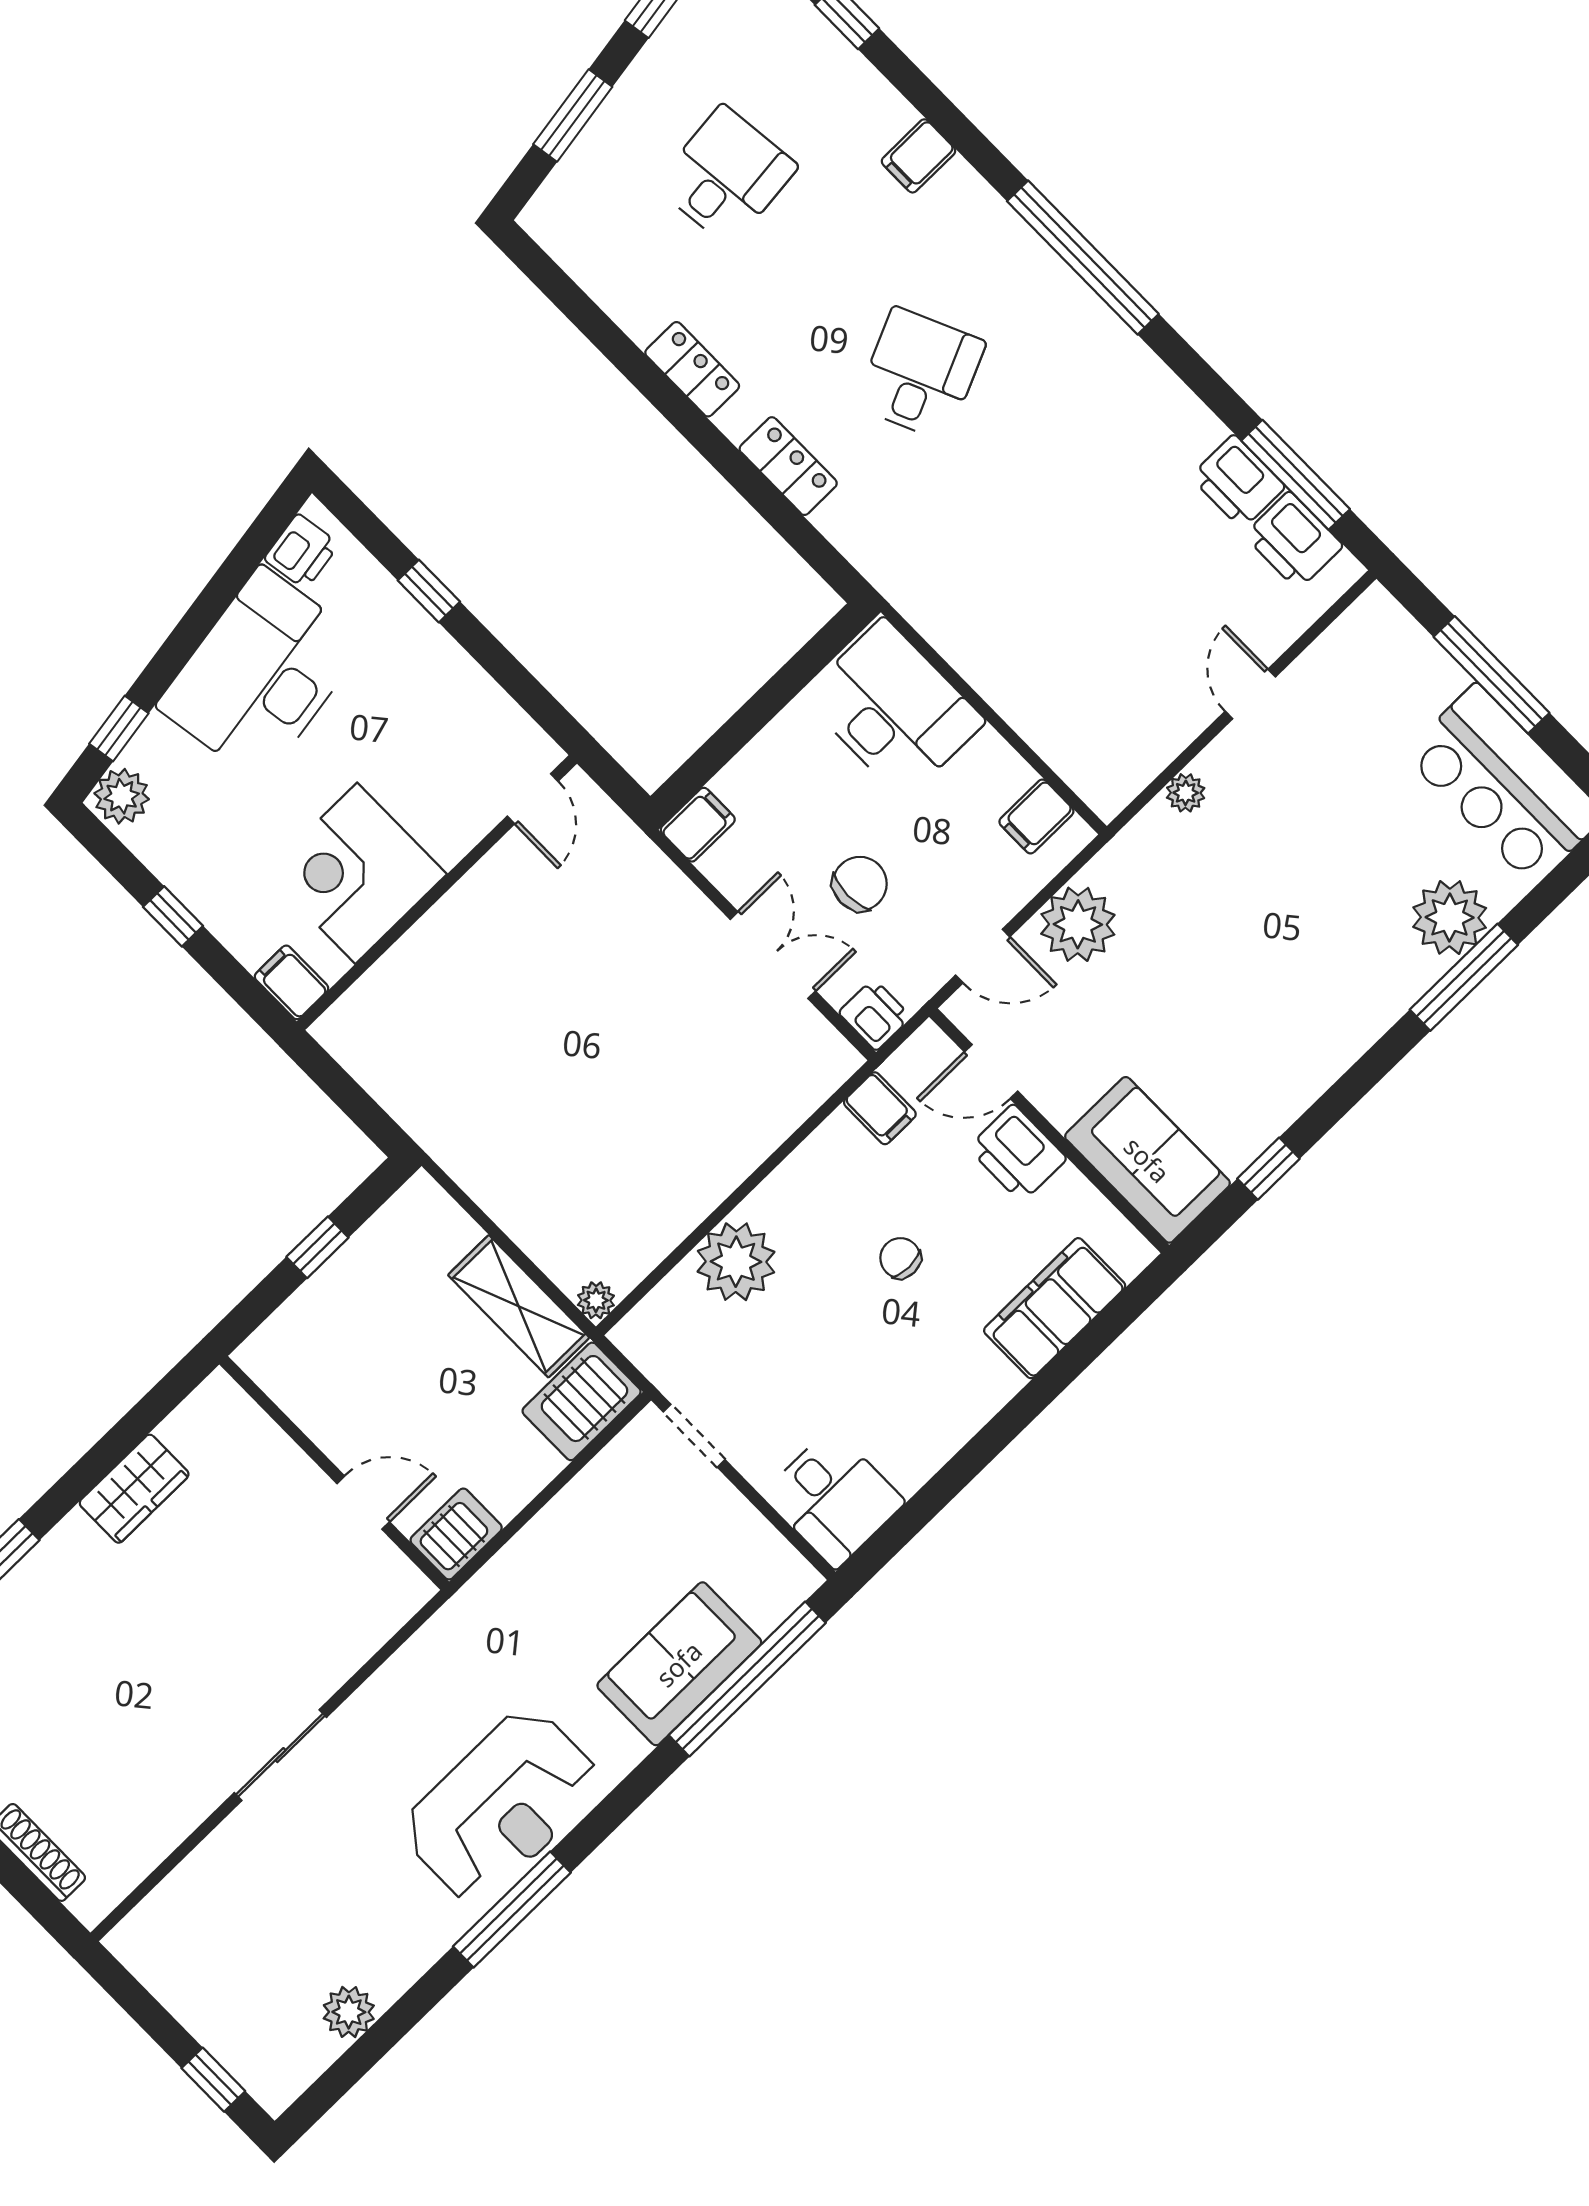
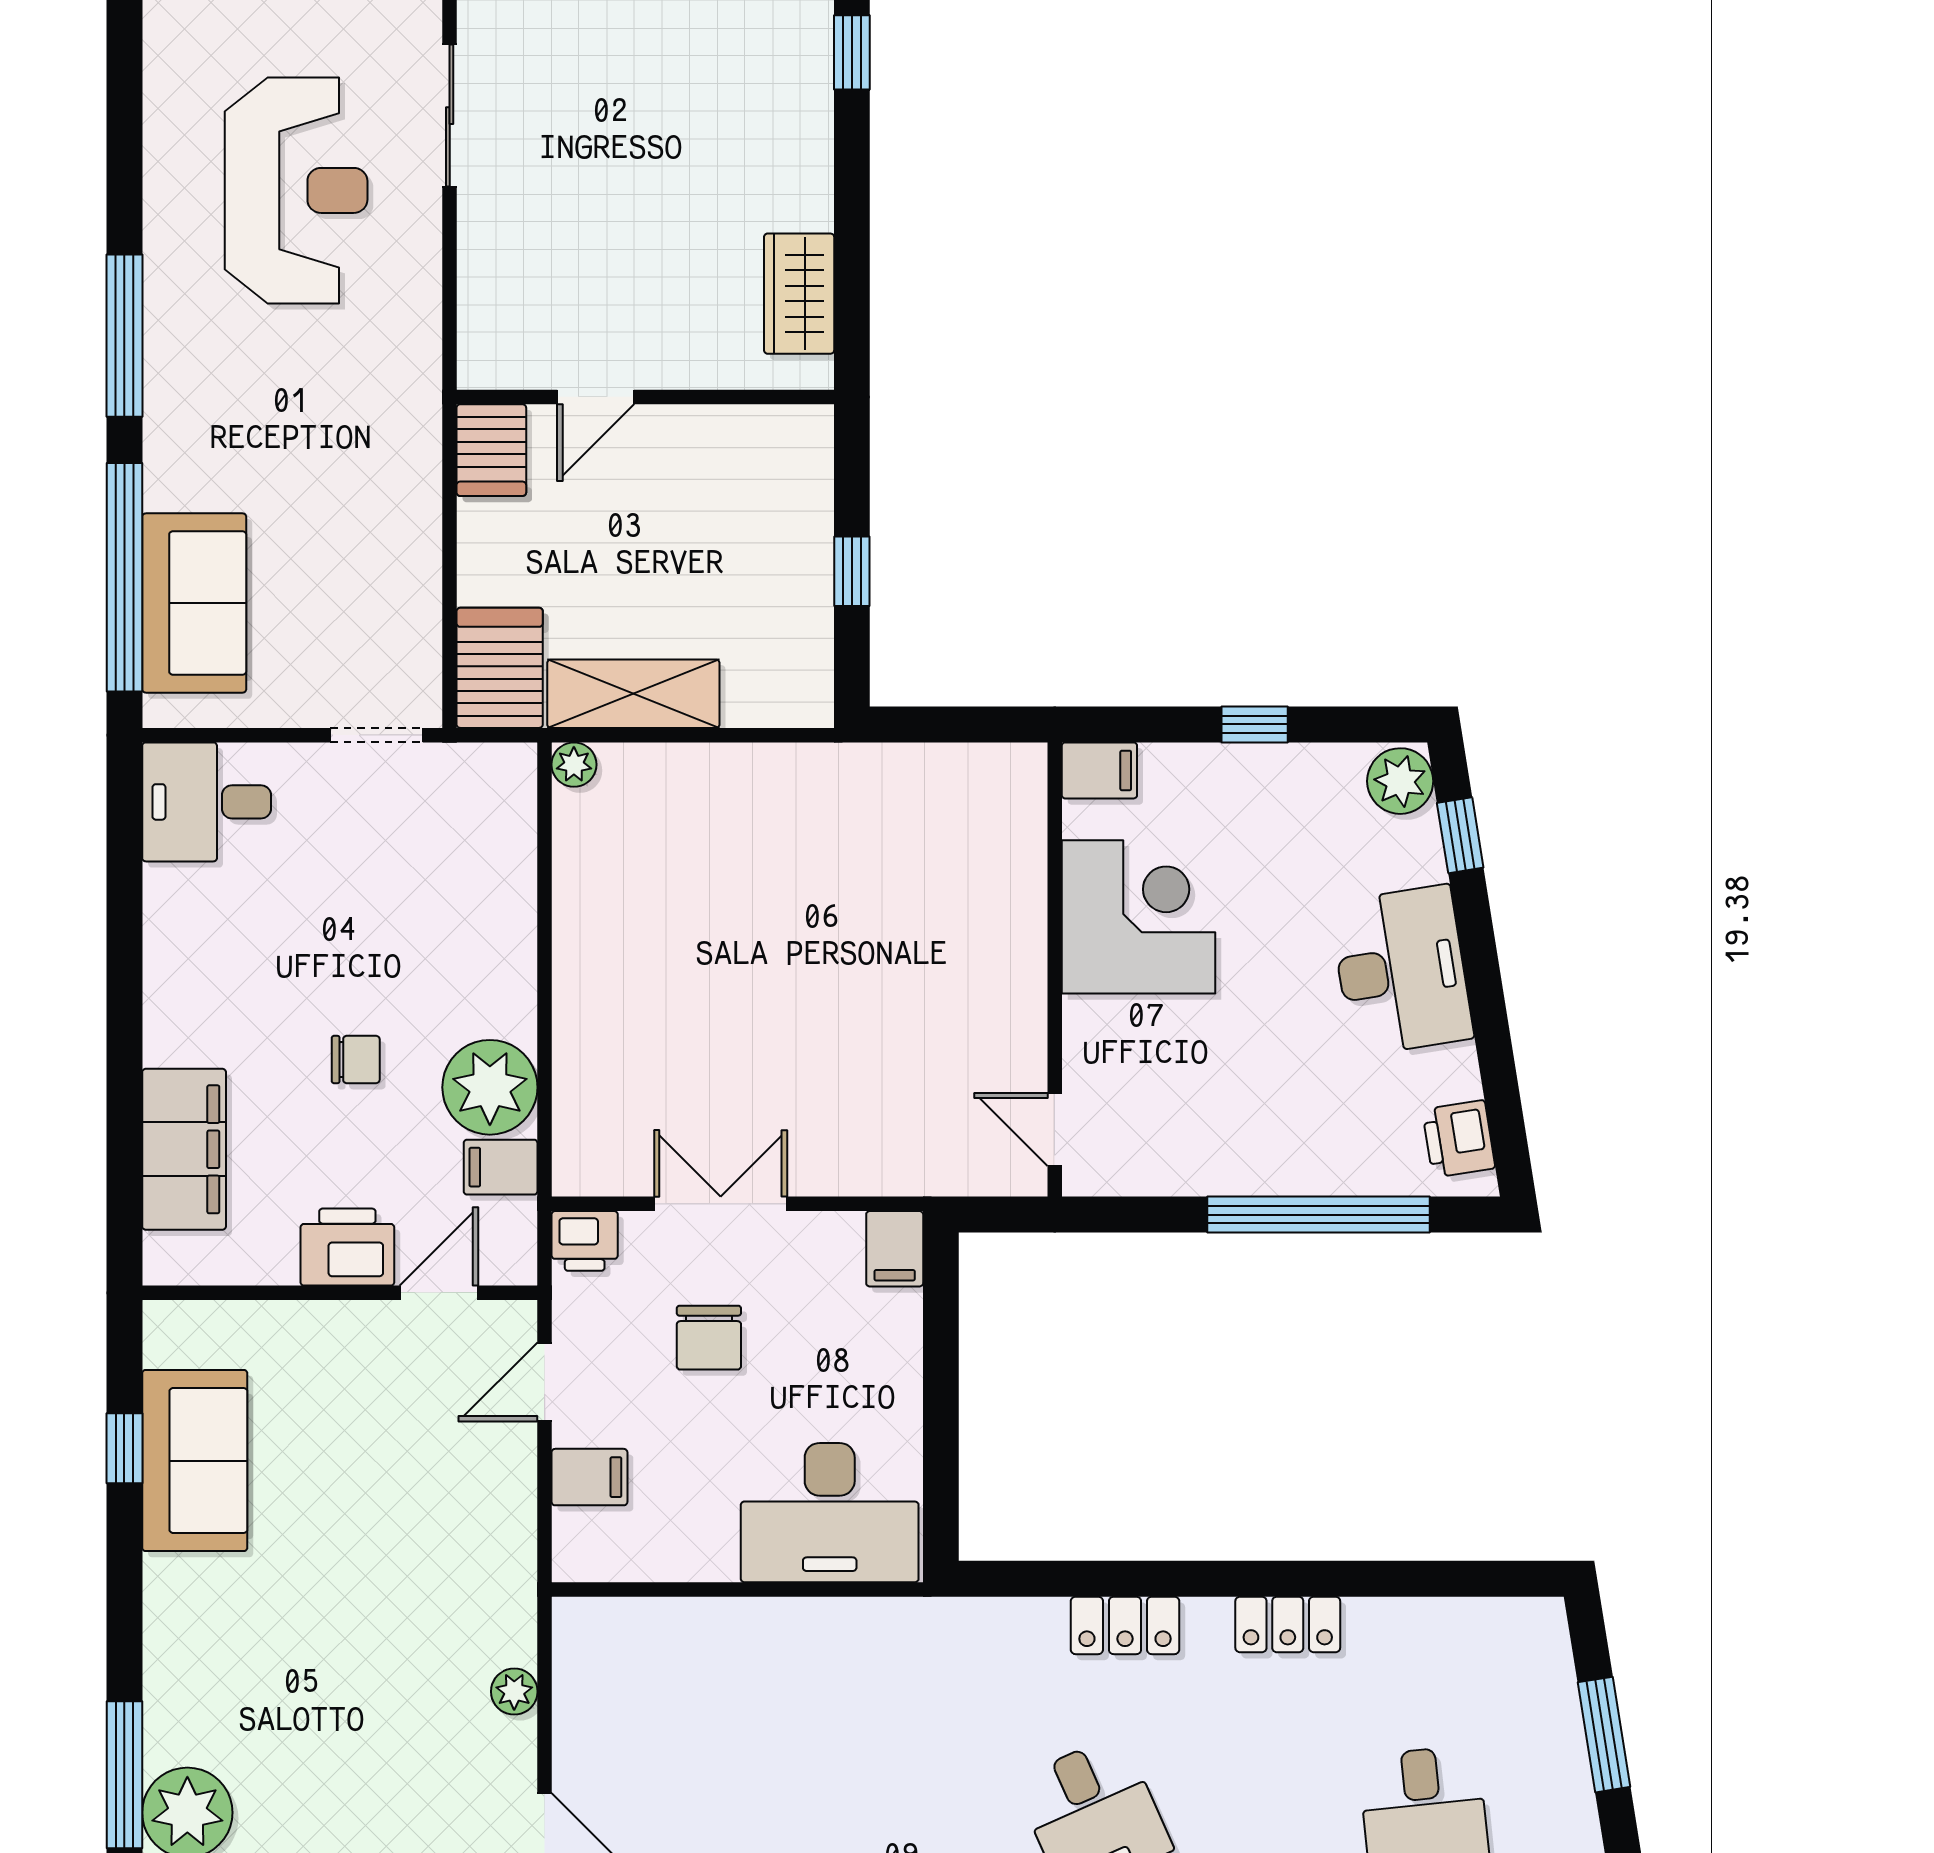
window: (429, 591) -> (1319, 1215), width x3.17
desk: (261, 674) -> (1401, 970), width x0.73, depth x0.77
filing cabinet: (1036, 816) -> (589, 1477), moved, turned 90
plant: (1078, 924) -> (492, 1490), removed
double door: (773, 955) -> (721, 1204), swing flipped
sofa: (1147, 1160) -> (195, 1461), moved, turned -90
plant: (736, 1262) -> (490, 1087), moved
wardrobe: (134, 1489) -> (799, 294), moved
sofa: (679, 1664) -> (194, 603), moved
reception desk: (501, 1806) -> (296, 190), moved, turned 180
window: (512, 1910) -> (124, 336), moved

